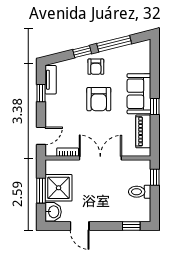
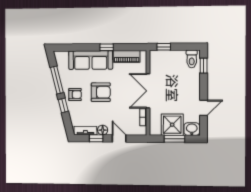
sofa: (139, 94) -> (91, 60), width x1.36
floor lamp: (51, 101) -> (103, 130), added
door: (41, 136) -> (119, 138), moved
toilet: (140, 192) -> (192, 59), moved

